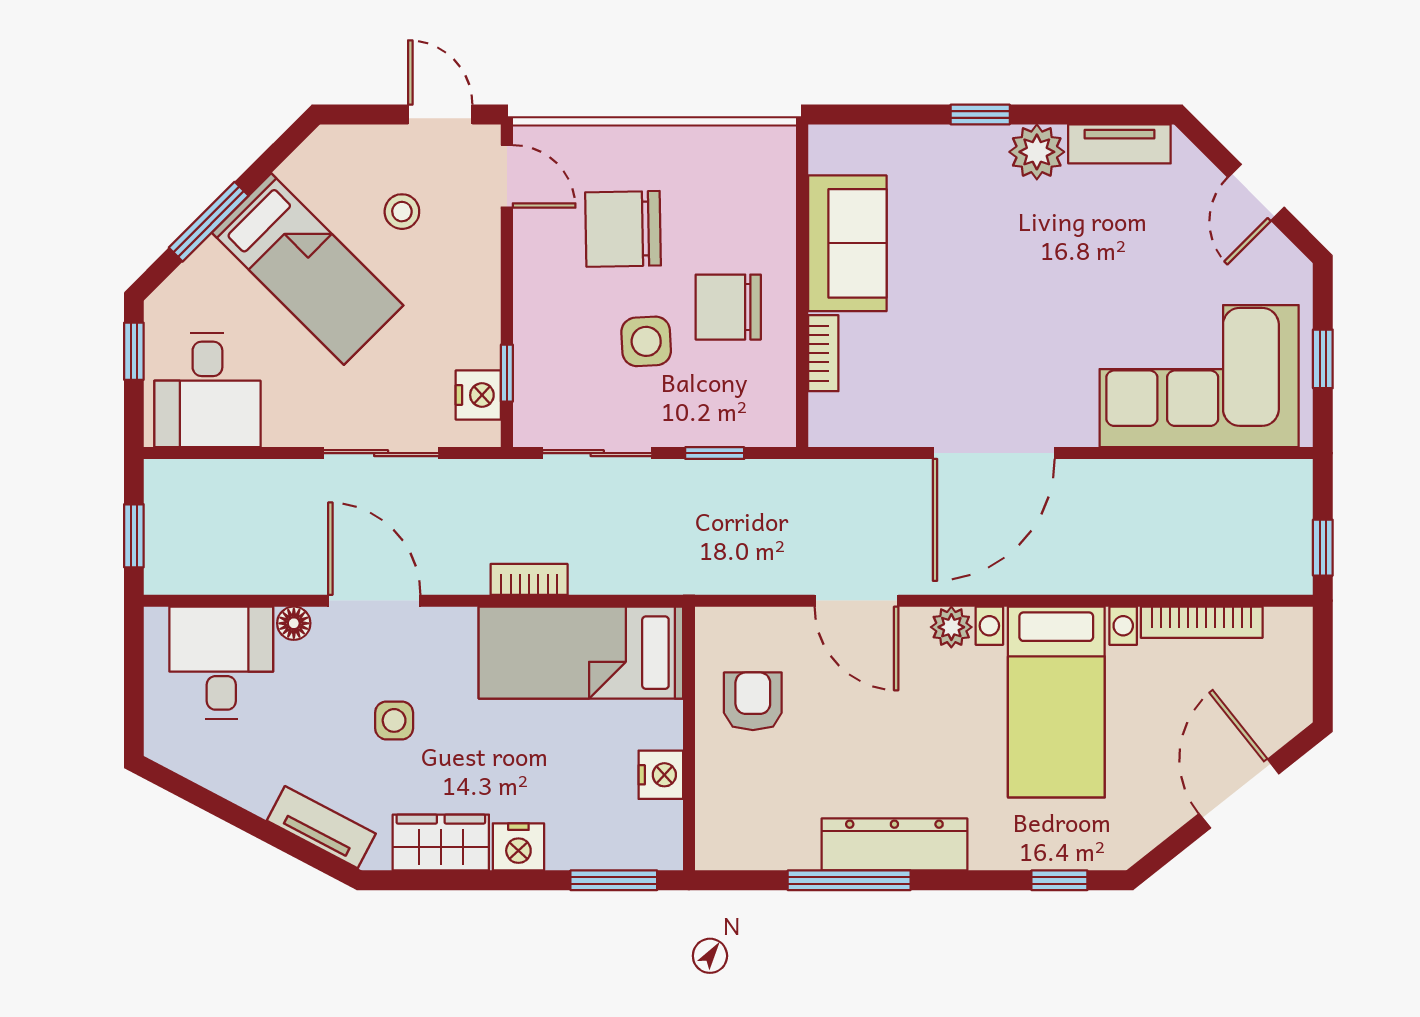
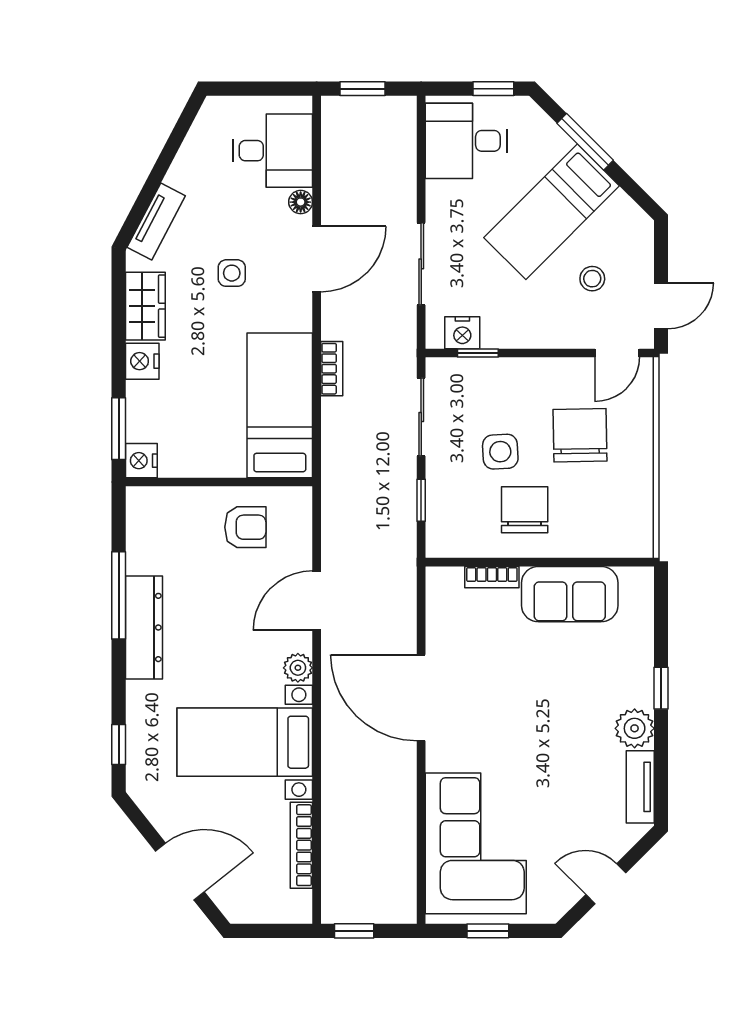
nightstand: (661, 775) -> (141, 461), moved, turned 90

